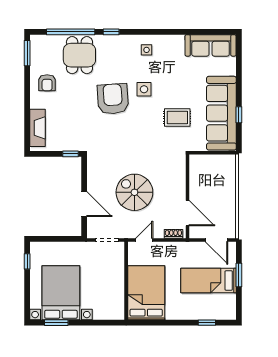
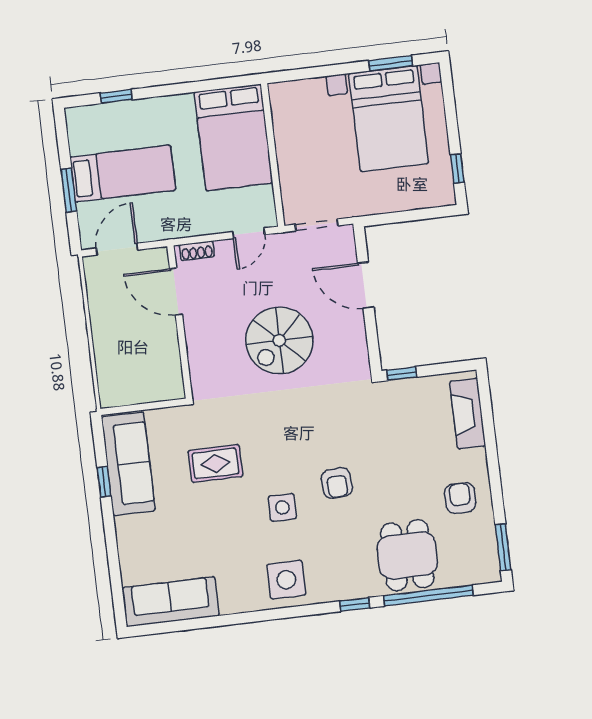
side table: (147, 50) -> (286, 580), width x1.87, depth x1.87
armchair: (113, 99) -> (337, 483), width x0.53, depth x0.53
sofa: (221, 113) -> (128, 464), width x0.74, depth x0.79
spiral stairs: (134, 192) -> (279, 340), moved, turned 90
door: (217, 240) -> (117, 249), hinge flipped

